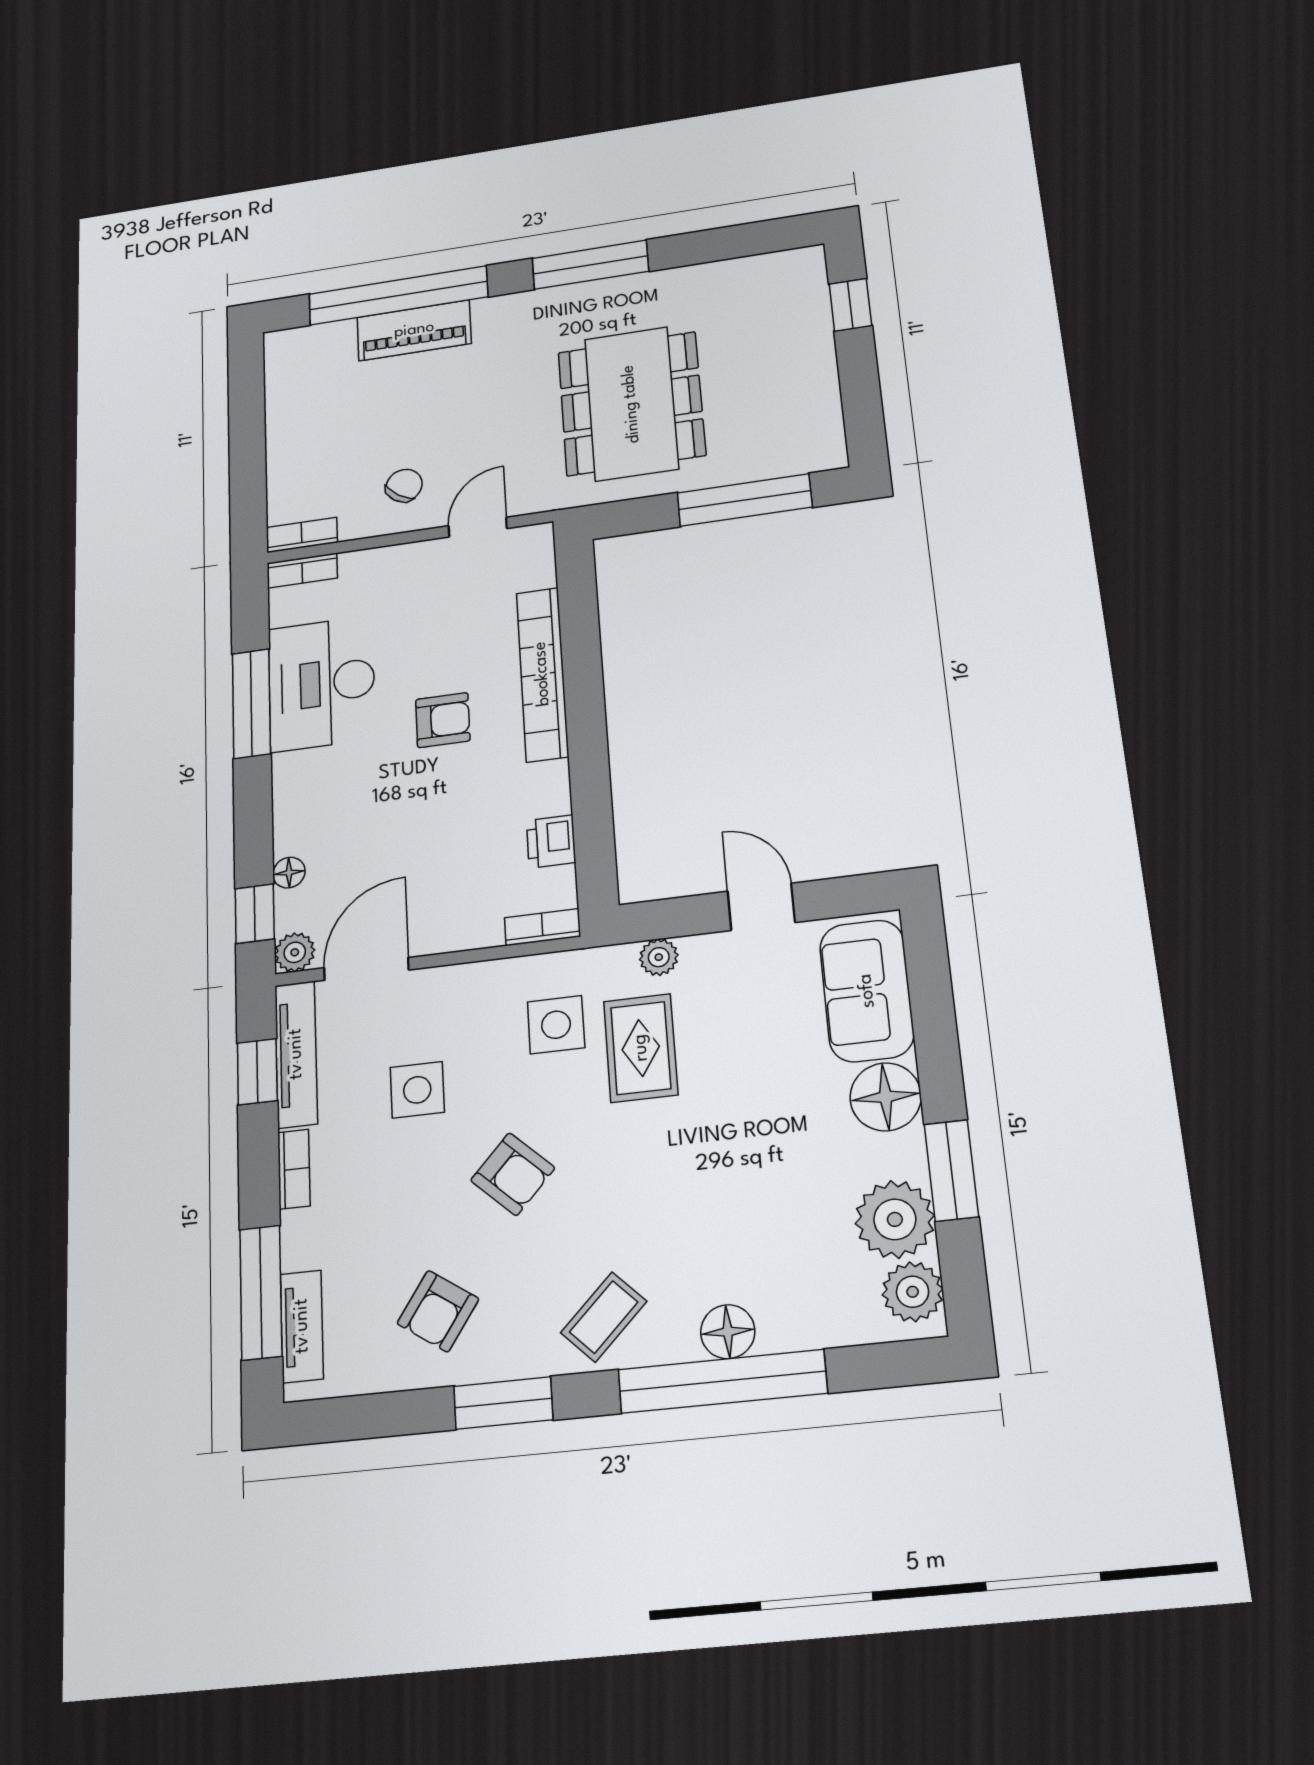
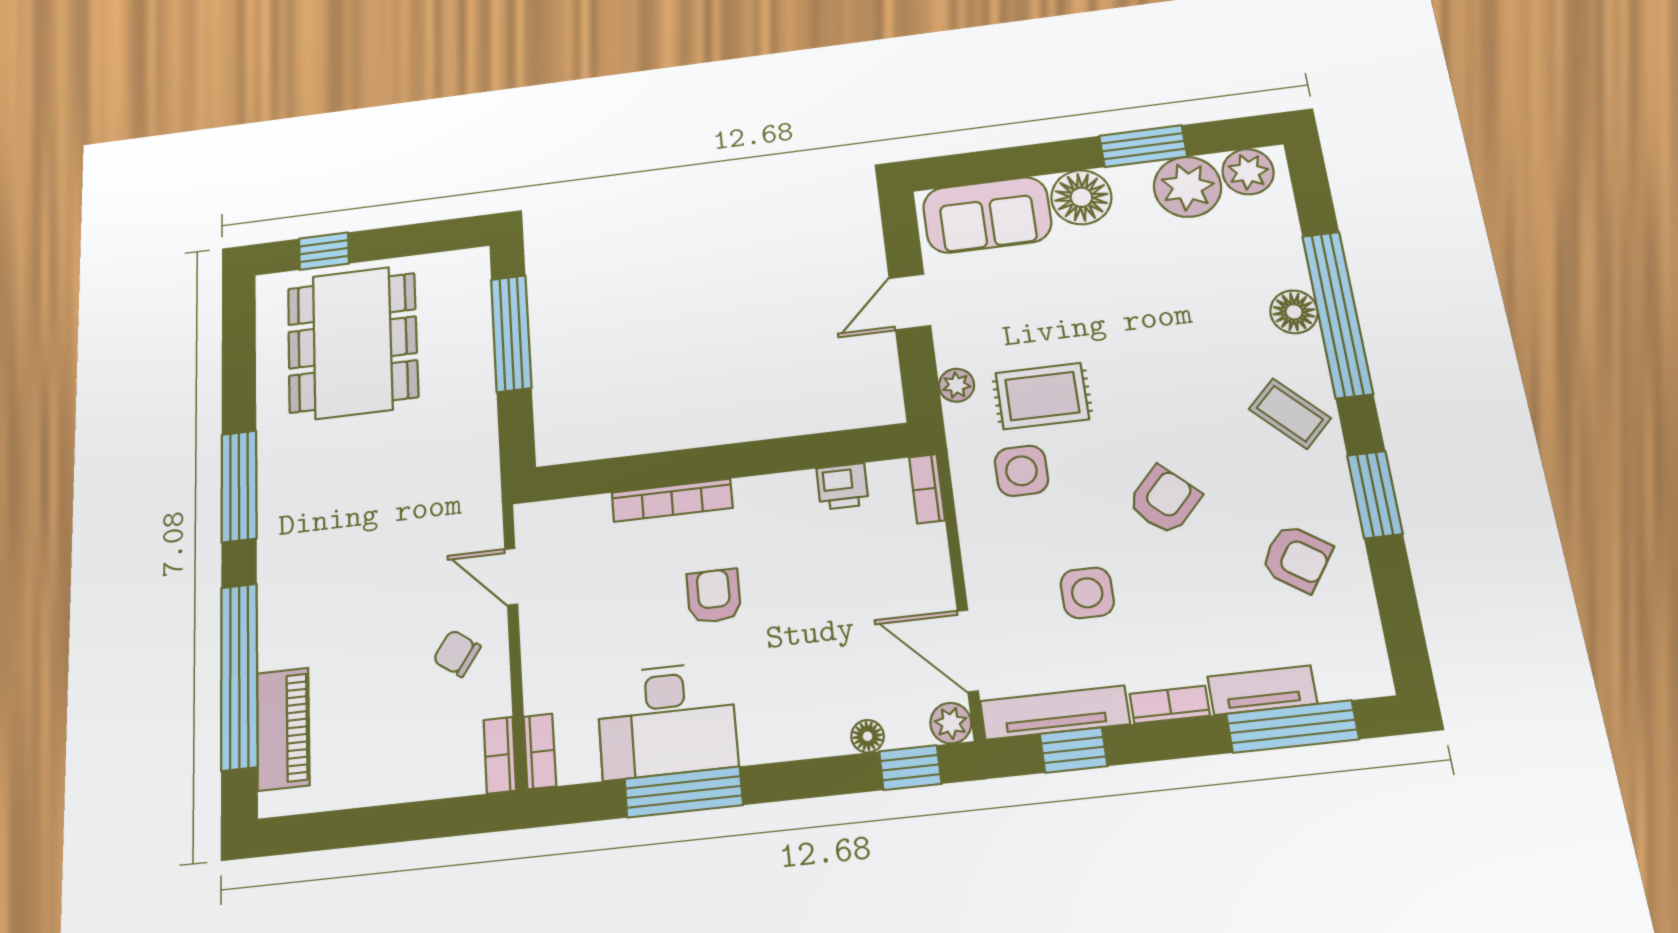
piano: (414, 330) -> (283, 729), moved
dining table: (631, 404) -> (353, 342), moved, turned 90
bookcase: (542, 674) -> (672, 500), width x0.68, depth x0.76
tv unit: (302, 1326) -> (1262, 690), moved

